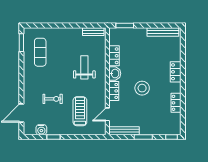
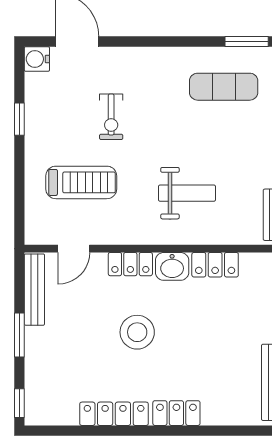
locker: (176, 103) -> (114, 414), width x1.53
door: (107, 114) -> (74, 249), swing flipped
water cooler: (41, 130) -> (37, 59), moved

